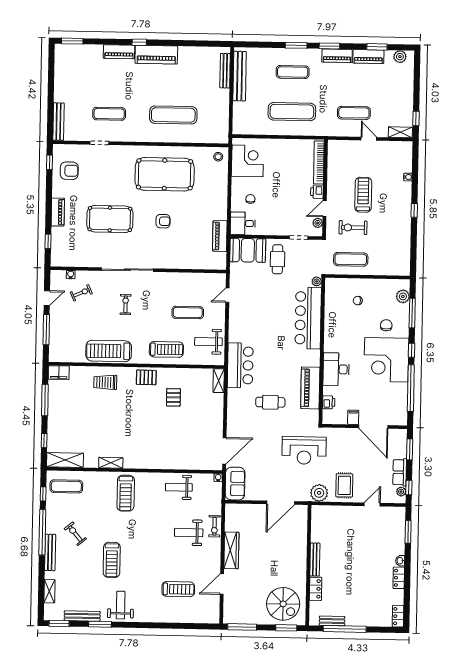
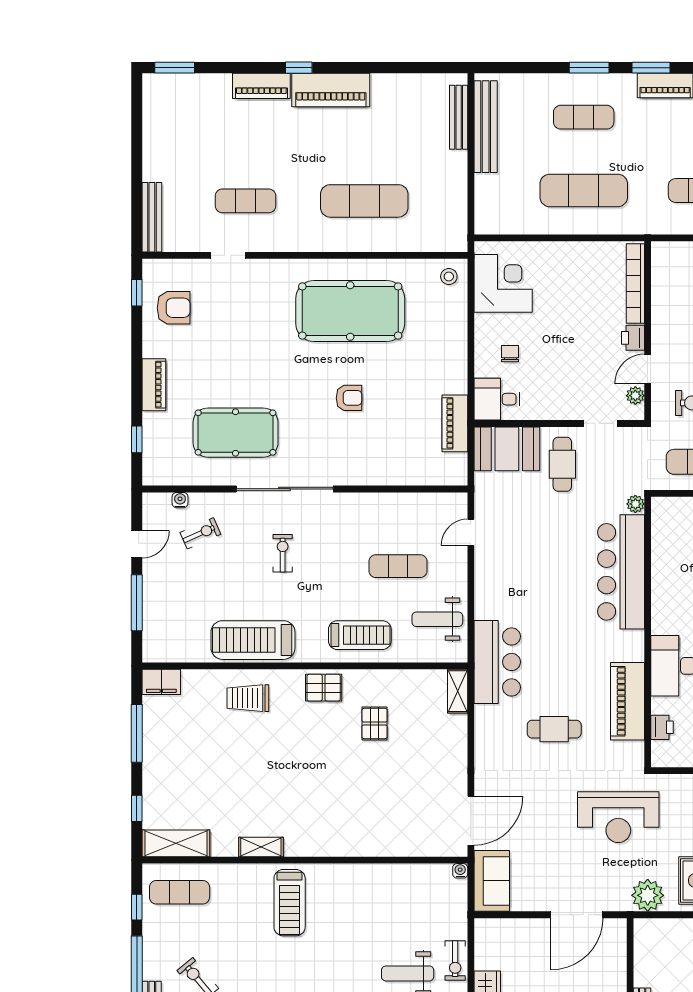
pool table: (110, 219) -> (236, 433), moved
weight bench: (179, 487) -> (388, 890), removed

